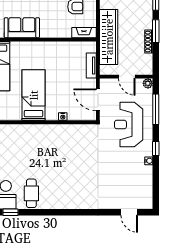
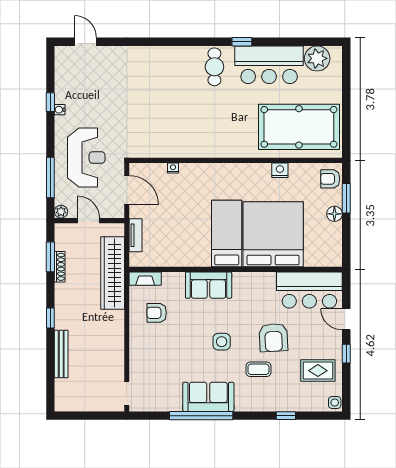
sofa: (22, 28) -> (209, 285), moved
window: (156, 31) -> (50, 257), moved
bed: (34, 95) -> (227, 233), moved, turned 180
window: (156, 148) -> (50, 102), moved

